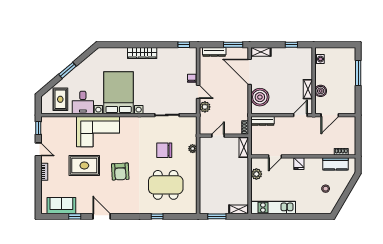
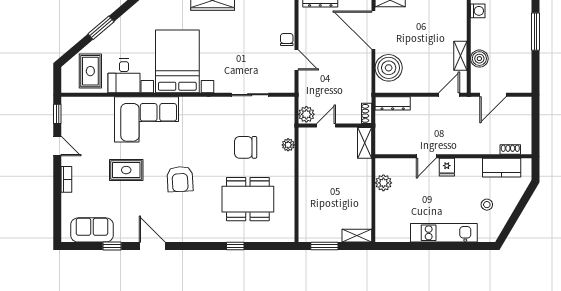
plant: (205, 107) -> (306, 114), moved
door: (275, 156) -> (426, 156), moved
rug: (84, 165) -> (126, 170), width x0.73, depth x0.70
kitchen unit: (273, 208) -> (444, 233), moved

